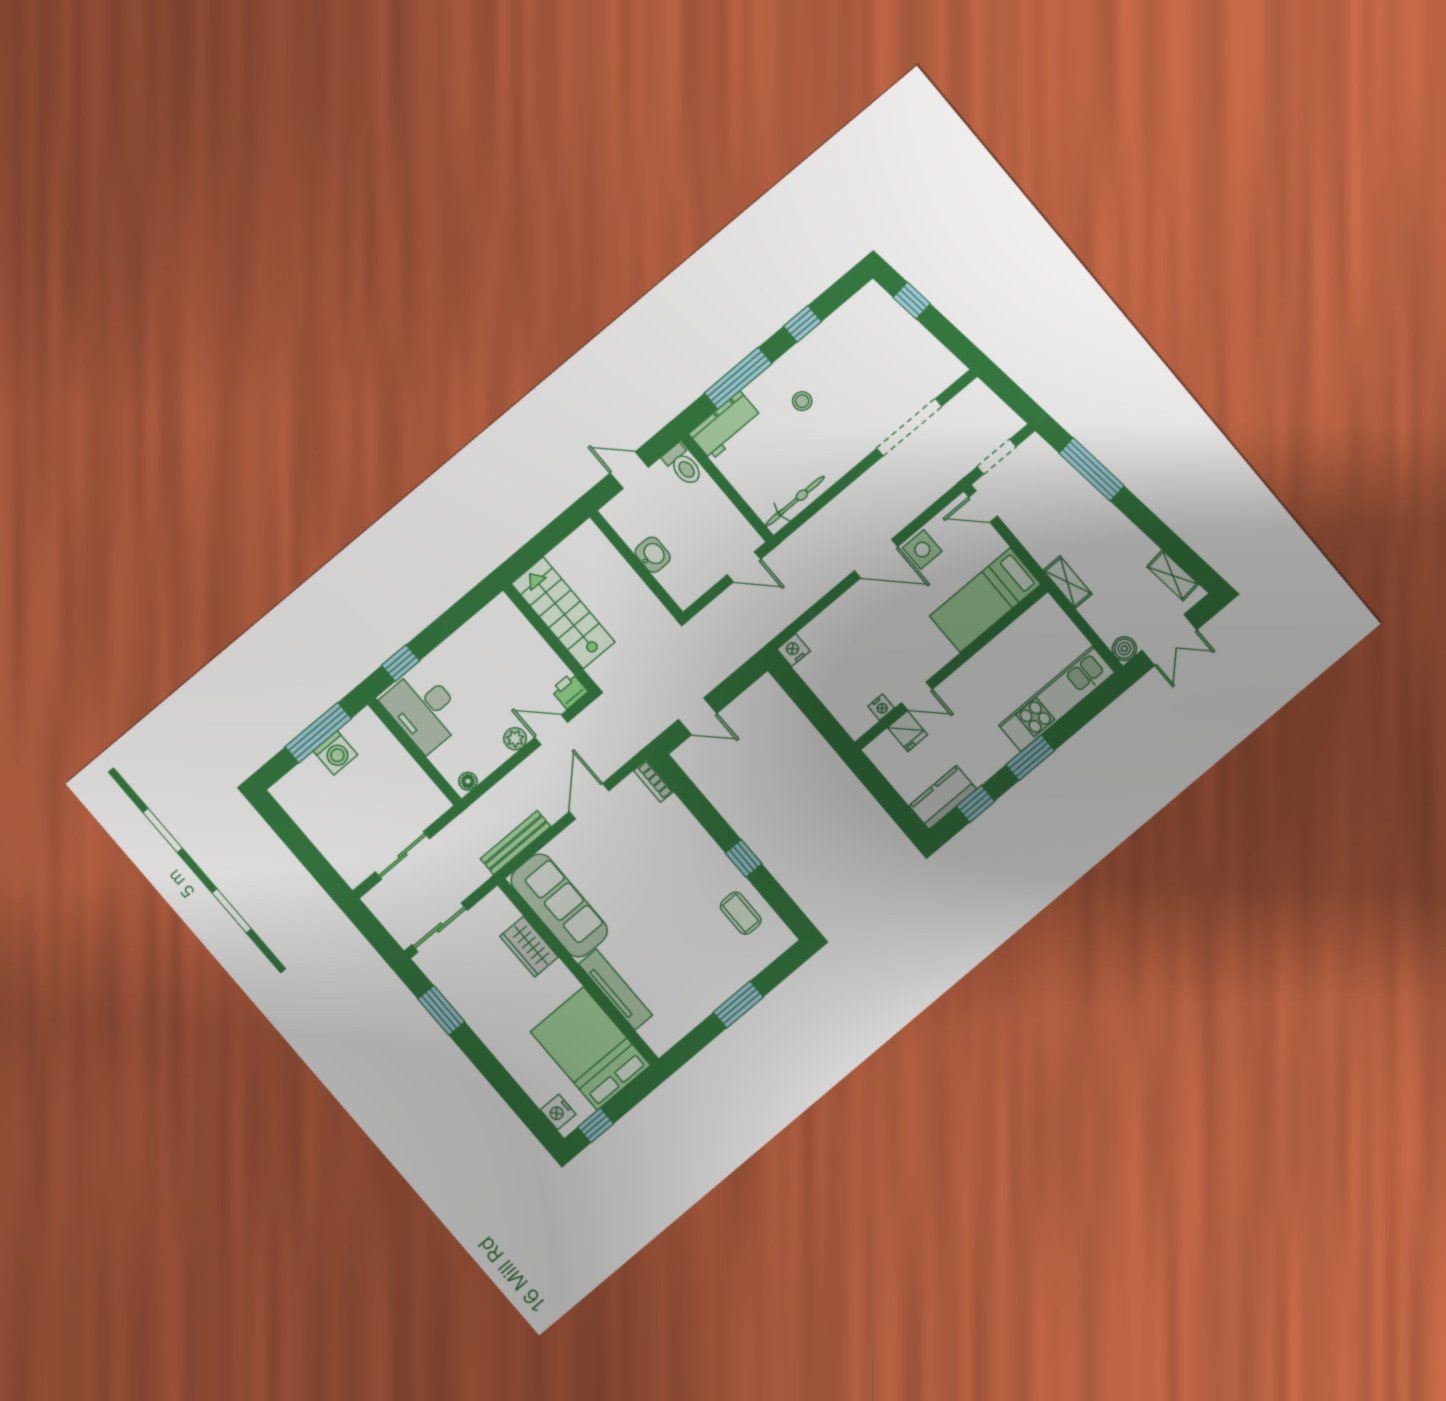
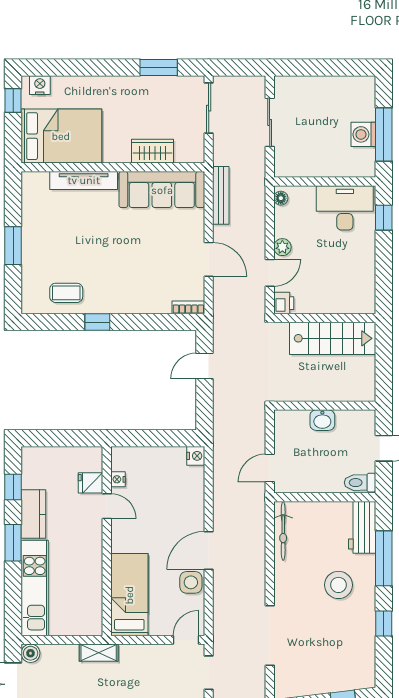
stool: (802, 401) -> (338, 585), width x1.89, depth x1.89
door: (917, 696) -> (107, 506), swing flipped
kitchen counter: (943, 797) -> (33, 514), moved

